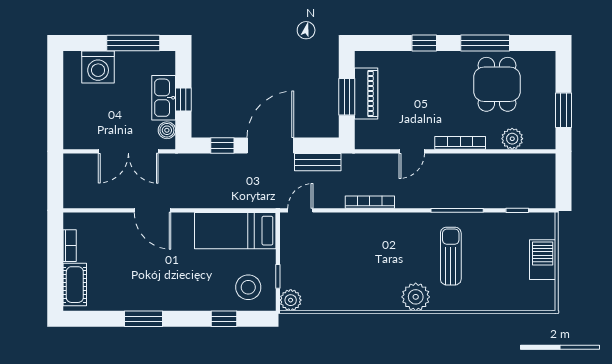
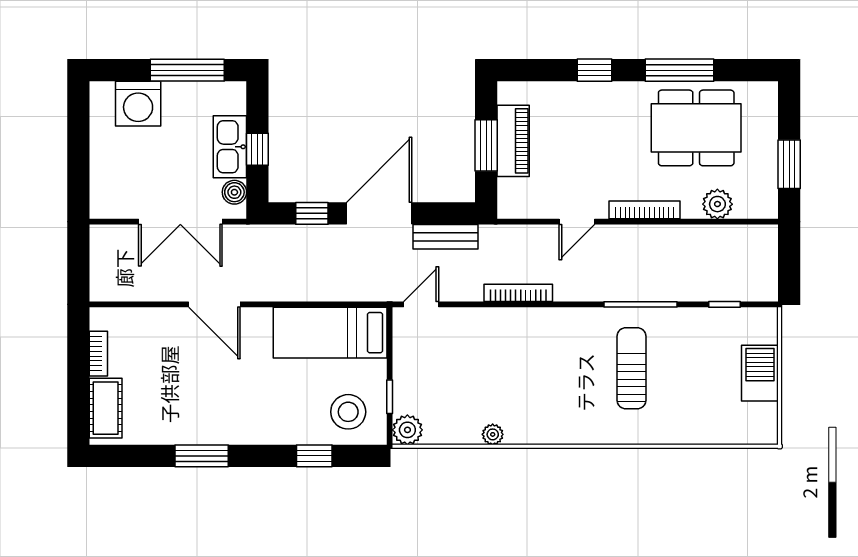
dining table: (497, 84) -> (696, 128), width x1.38
plant: (416, 297) -> (493, 434), moved, width x0.53, depth x0.53

